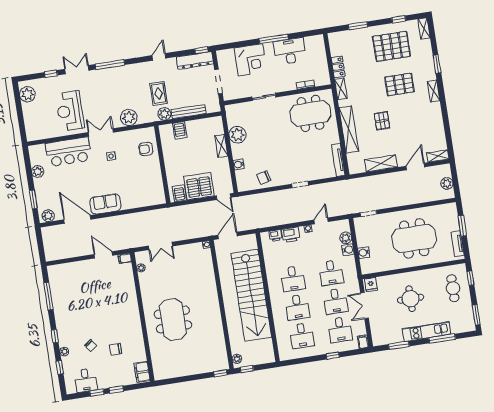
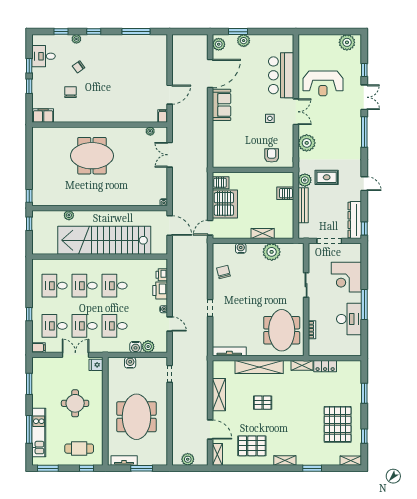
pallet: (399, 84) -> (252, 446), moved, turned 90
reception desk: (70, 111) -> (323, 83), turned 180
plant: (38, 172) -> (244, 41), moved
kitchen unit: (427, 332) -> (39, 432), moved
plant: (237, 359) -> (69, 215), moved

